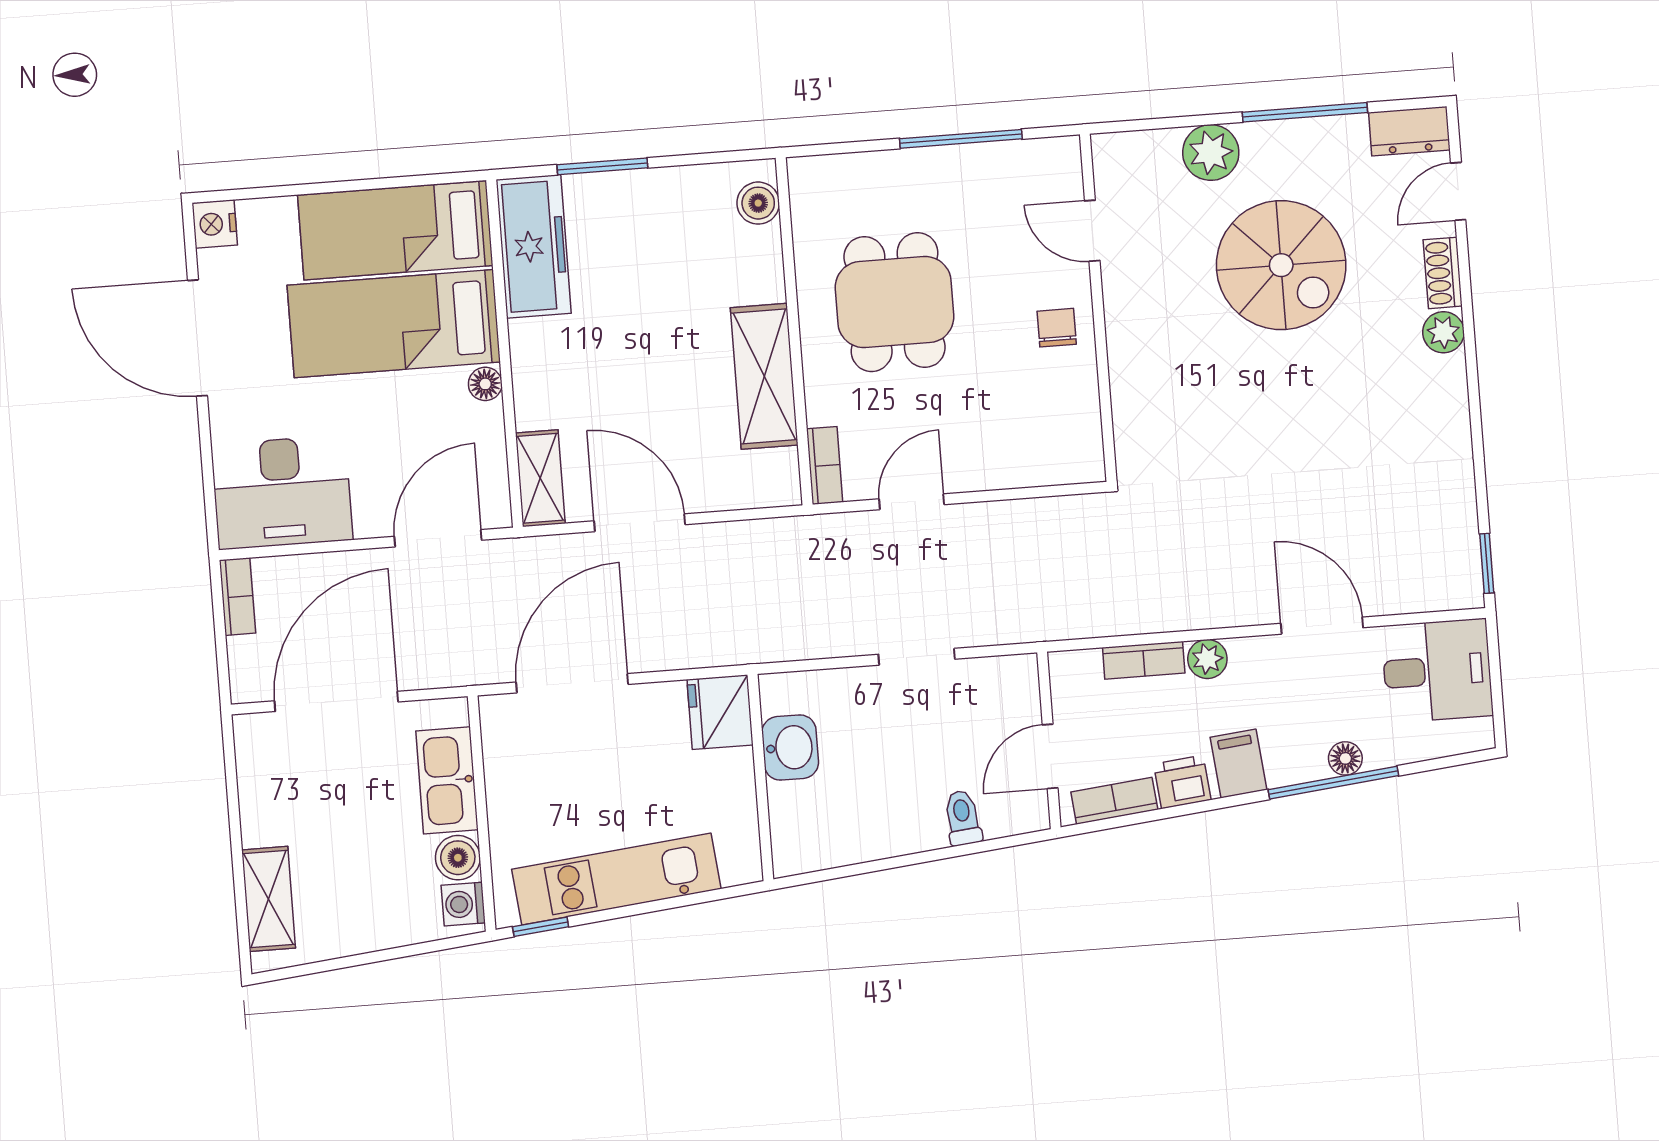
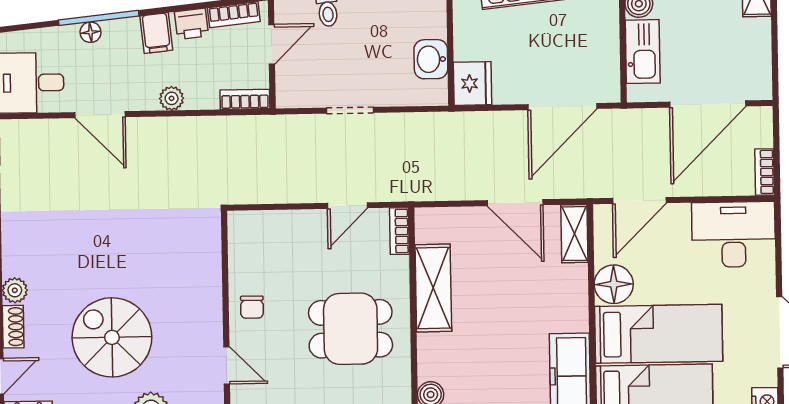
dining table: (895, 302) -> (351, 329), turned 90
floor lamp: (485, 384) -> (614, 284), width x1.89, depth x1.89
bookcase: (1144, 660) -> (245, 99), moved

